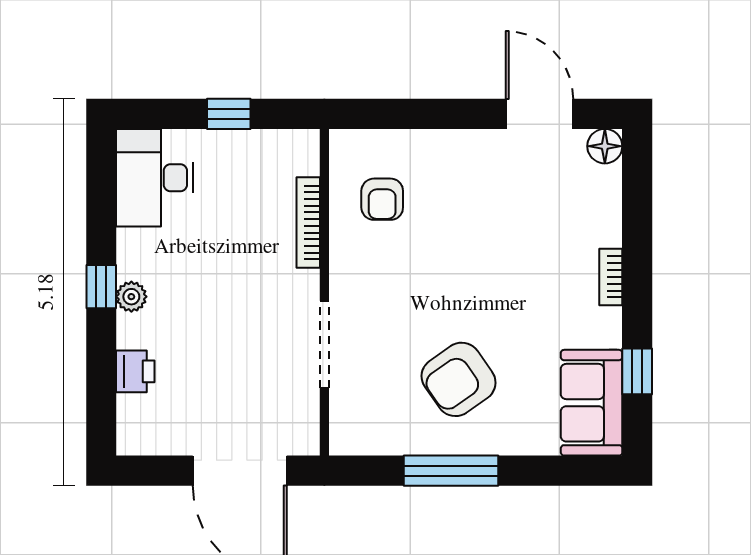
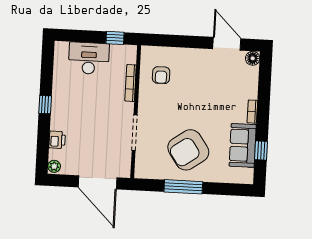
window: (229, 114) -> (115, 38), moved
desk: (155, 178) -> (89, 58), moved, turned 90
plant: (131, 297) -> (54, 166), moved
armchair: (459, 379) -> (188, 150), width x1.36, depth x1.36
sofa: (592, 403) -> (243, 145), moved

